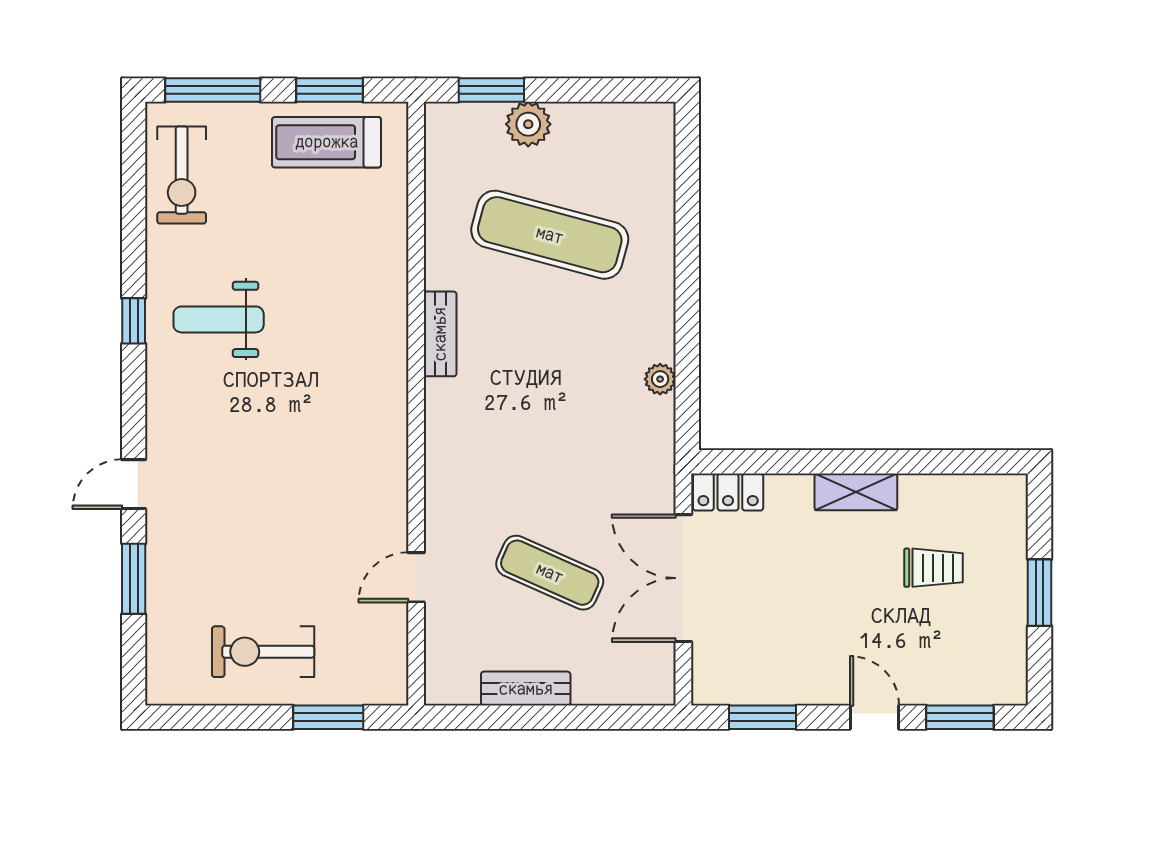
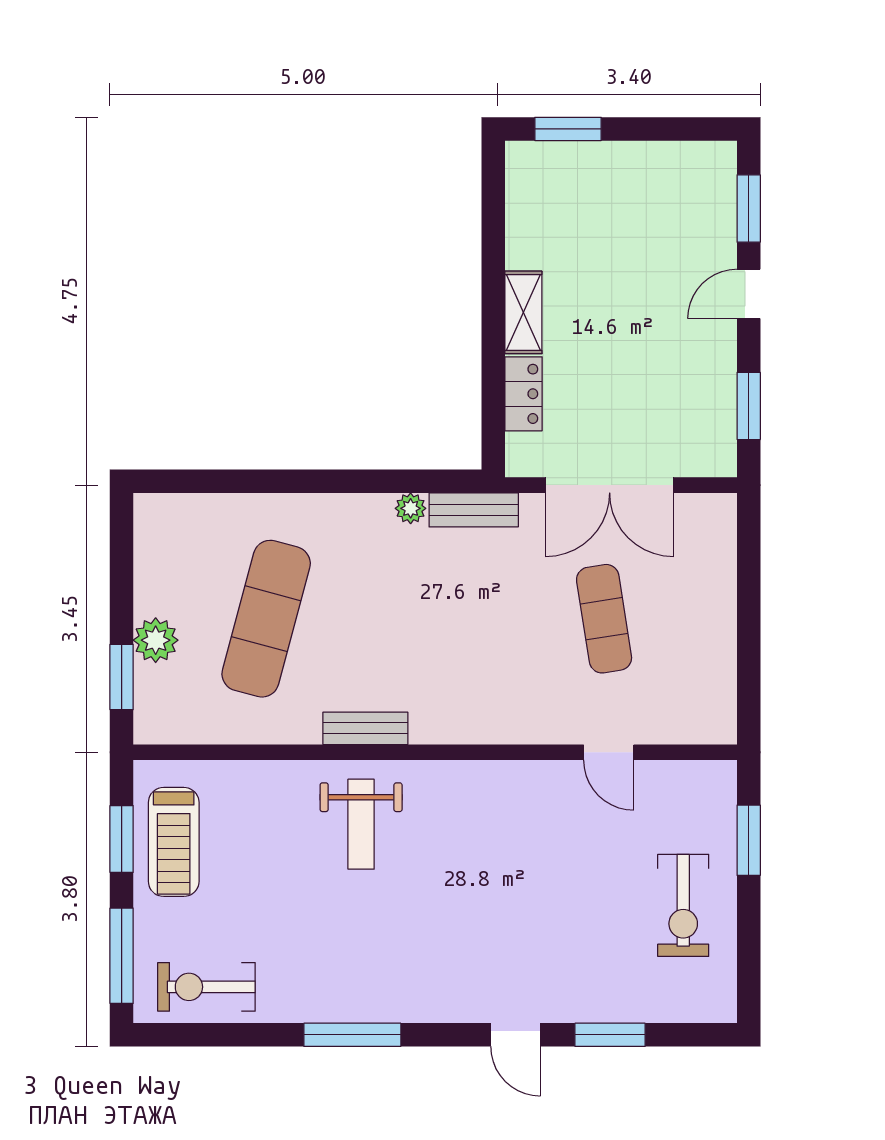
exercise bike: (182, 175) -> (206, 987), turned 180
weight bench: (219, 319) -> (361, 824), moved
window: (134, 321) -> (352, 1035), width x2.17
locker: (728, 492) -> (523, 394), moved
trolley: (934, 568) -> (599, 235), removed
exercise mat: (550, 573) -> (604, 619), turned -33
window: (1039, 593) -> (568, 129), moved
bench: (526, 689) -> (474, 510), moved, turned 90

